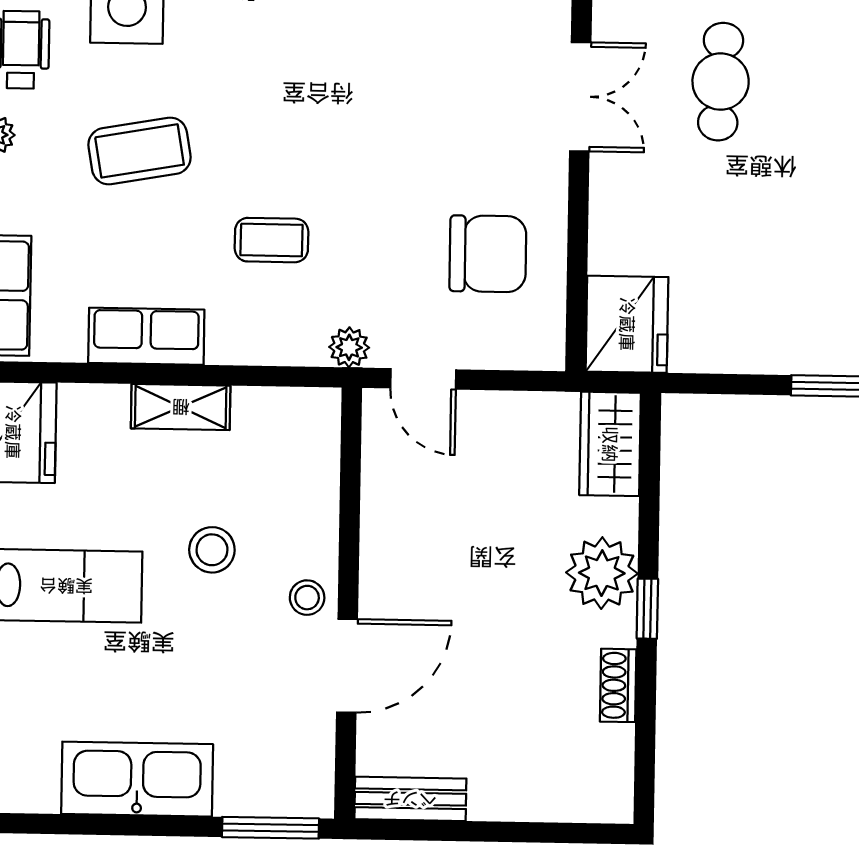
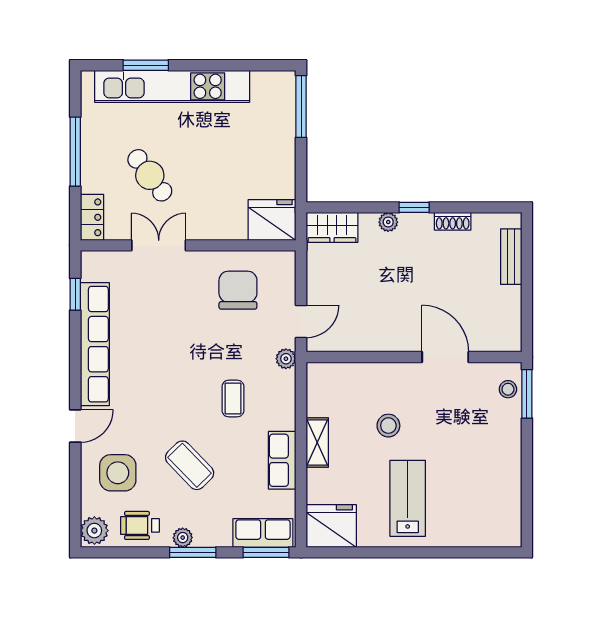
cafe table: (721, 82) -> (150, 175), turned 50
coffee table: (139, 151) -> (190, 465), turned -34
plant: (602, 573) -> (388, 222), width x0.53, depth x0.53
stool: (307, 598) -> (508, 389), moved
kitchen sink: (137, 779) -> (504, 461), removed
bench: (410, 799) -> (511, 257), moved

